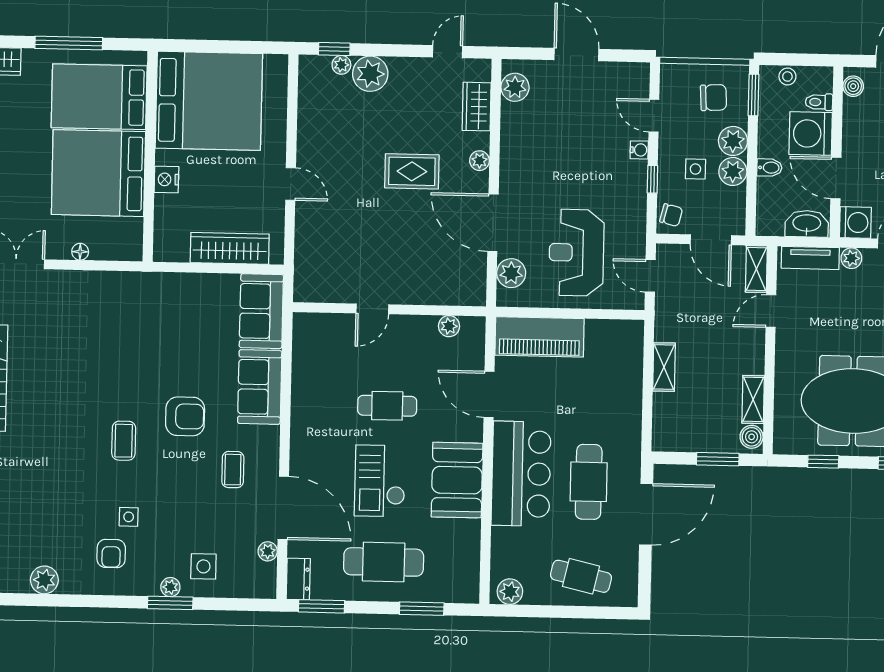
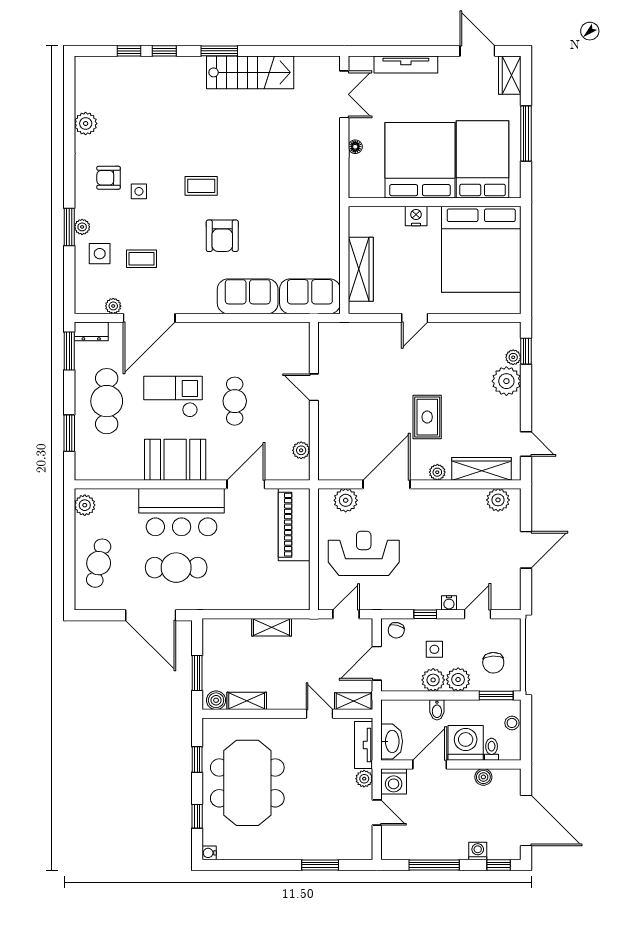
boiler: (853, 86) -> (483, 777), moved
wardrobe: (477, 107) -> (481, 469), width x1.50
coffee table: (233, 470) -> (141, 259), moved

